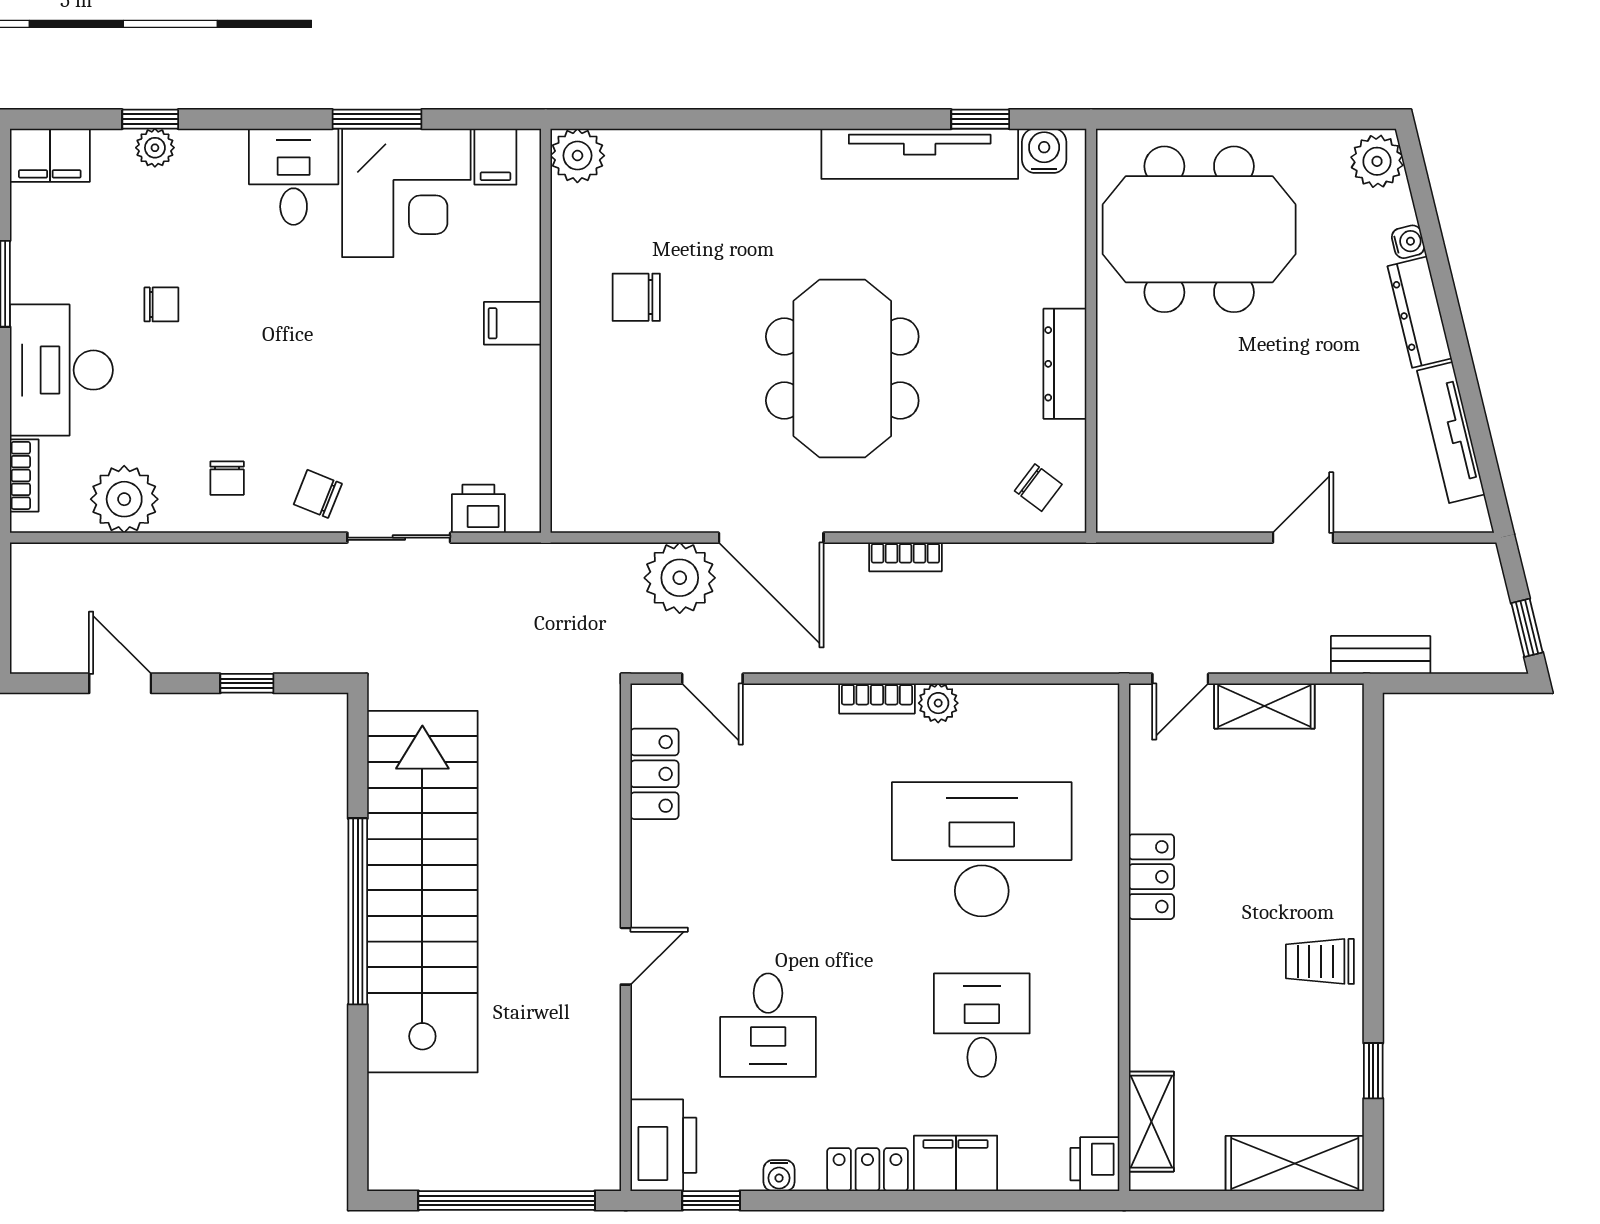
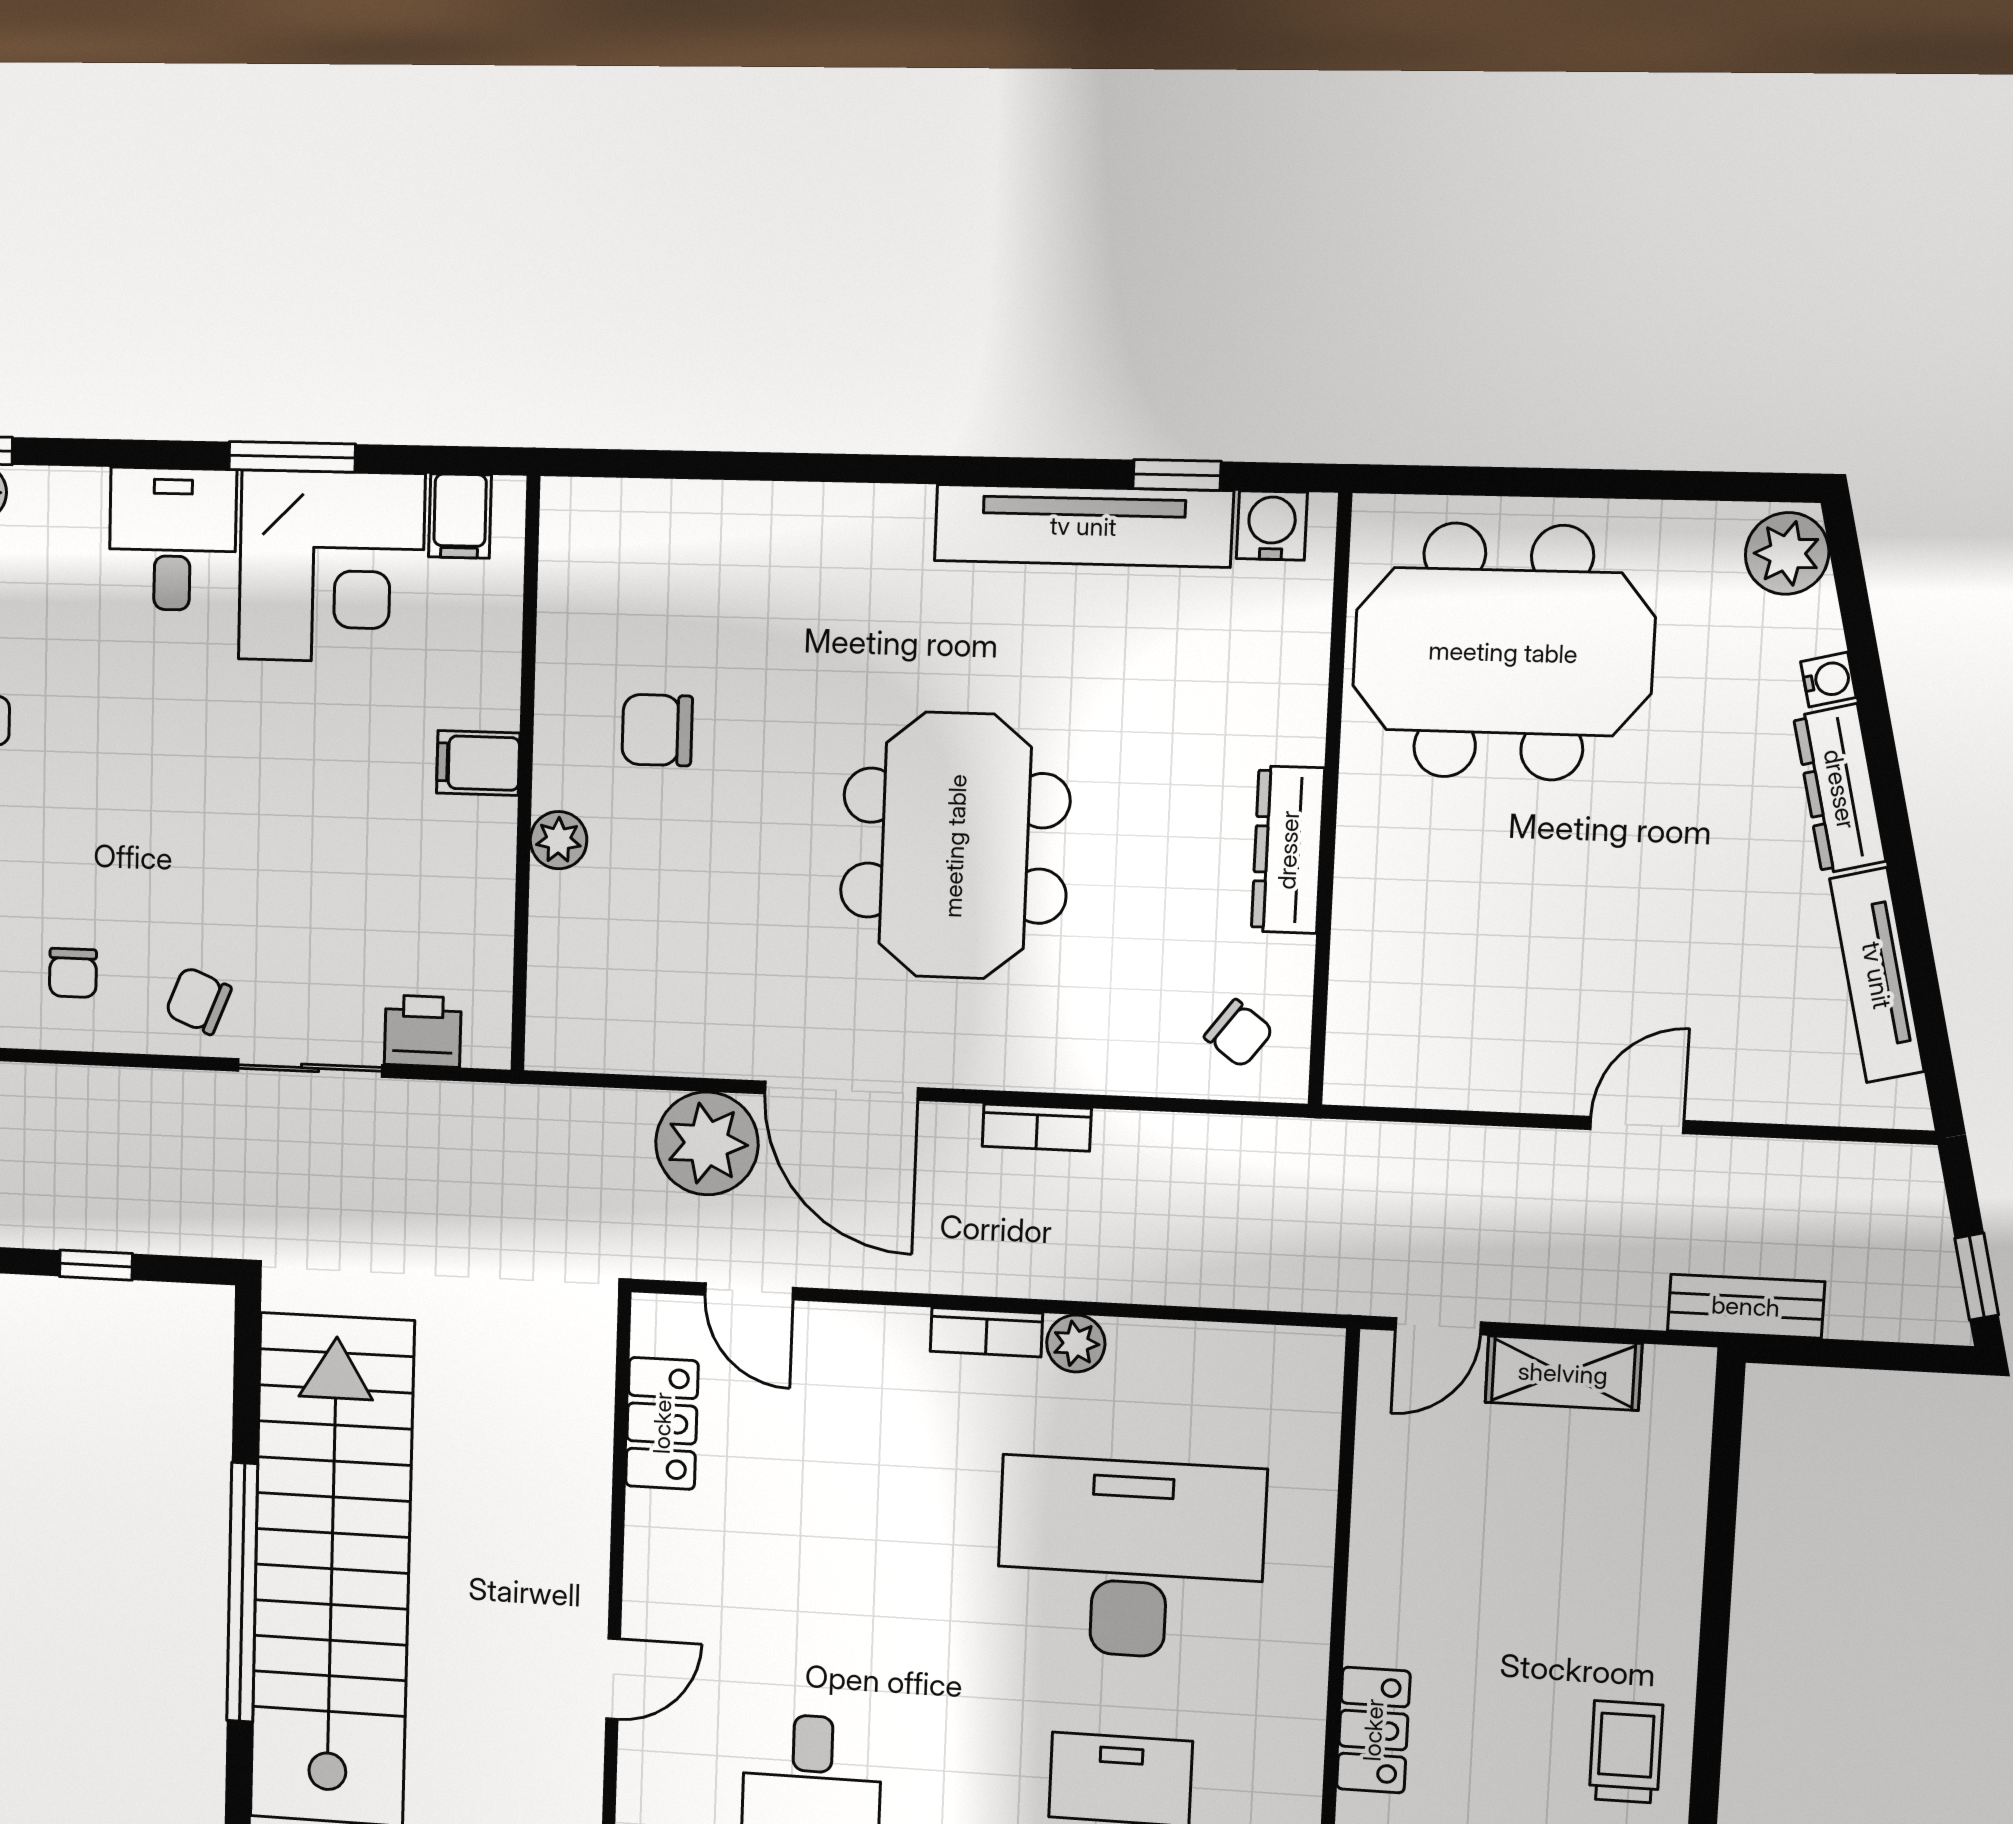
plant: (577, 156) -> (559, 840), moved, width x0.73, depth x0.73
locker: (1151, 877) -> (1373, 1730), moved
trolley: (1320, 961) -> (1626, 1752), turned 90

